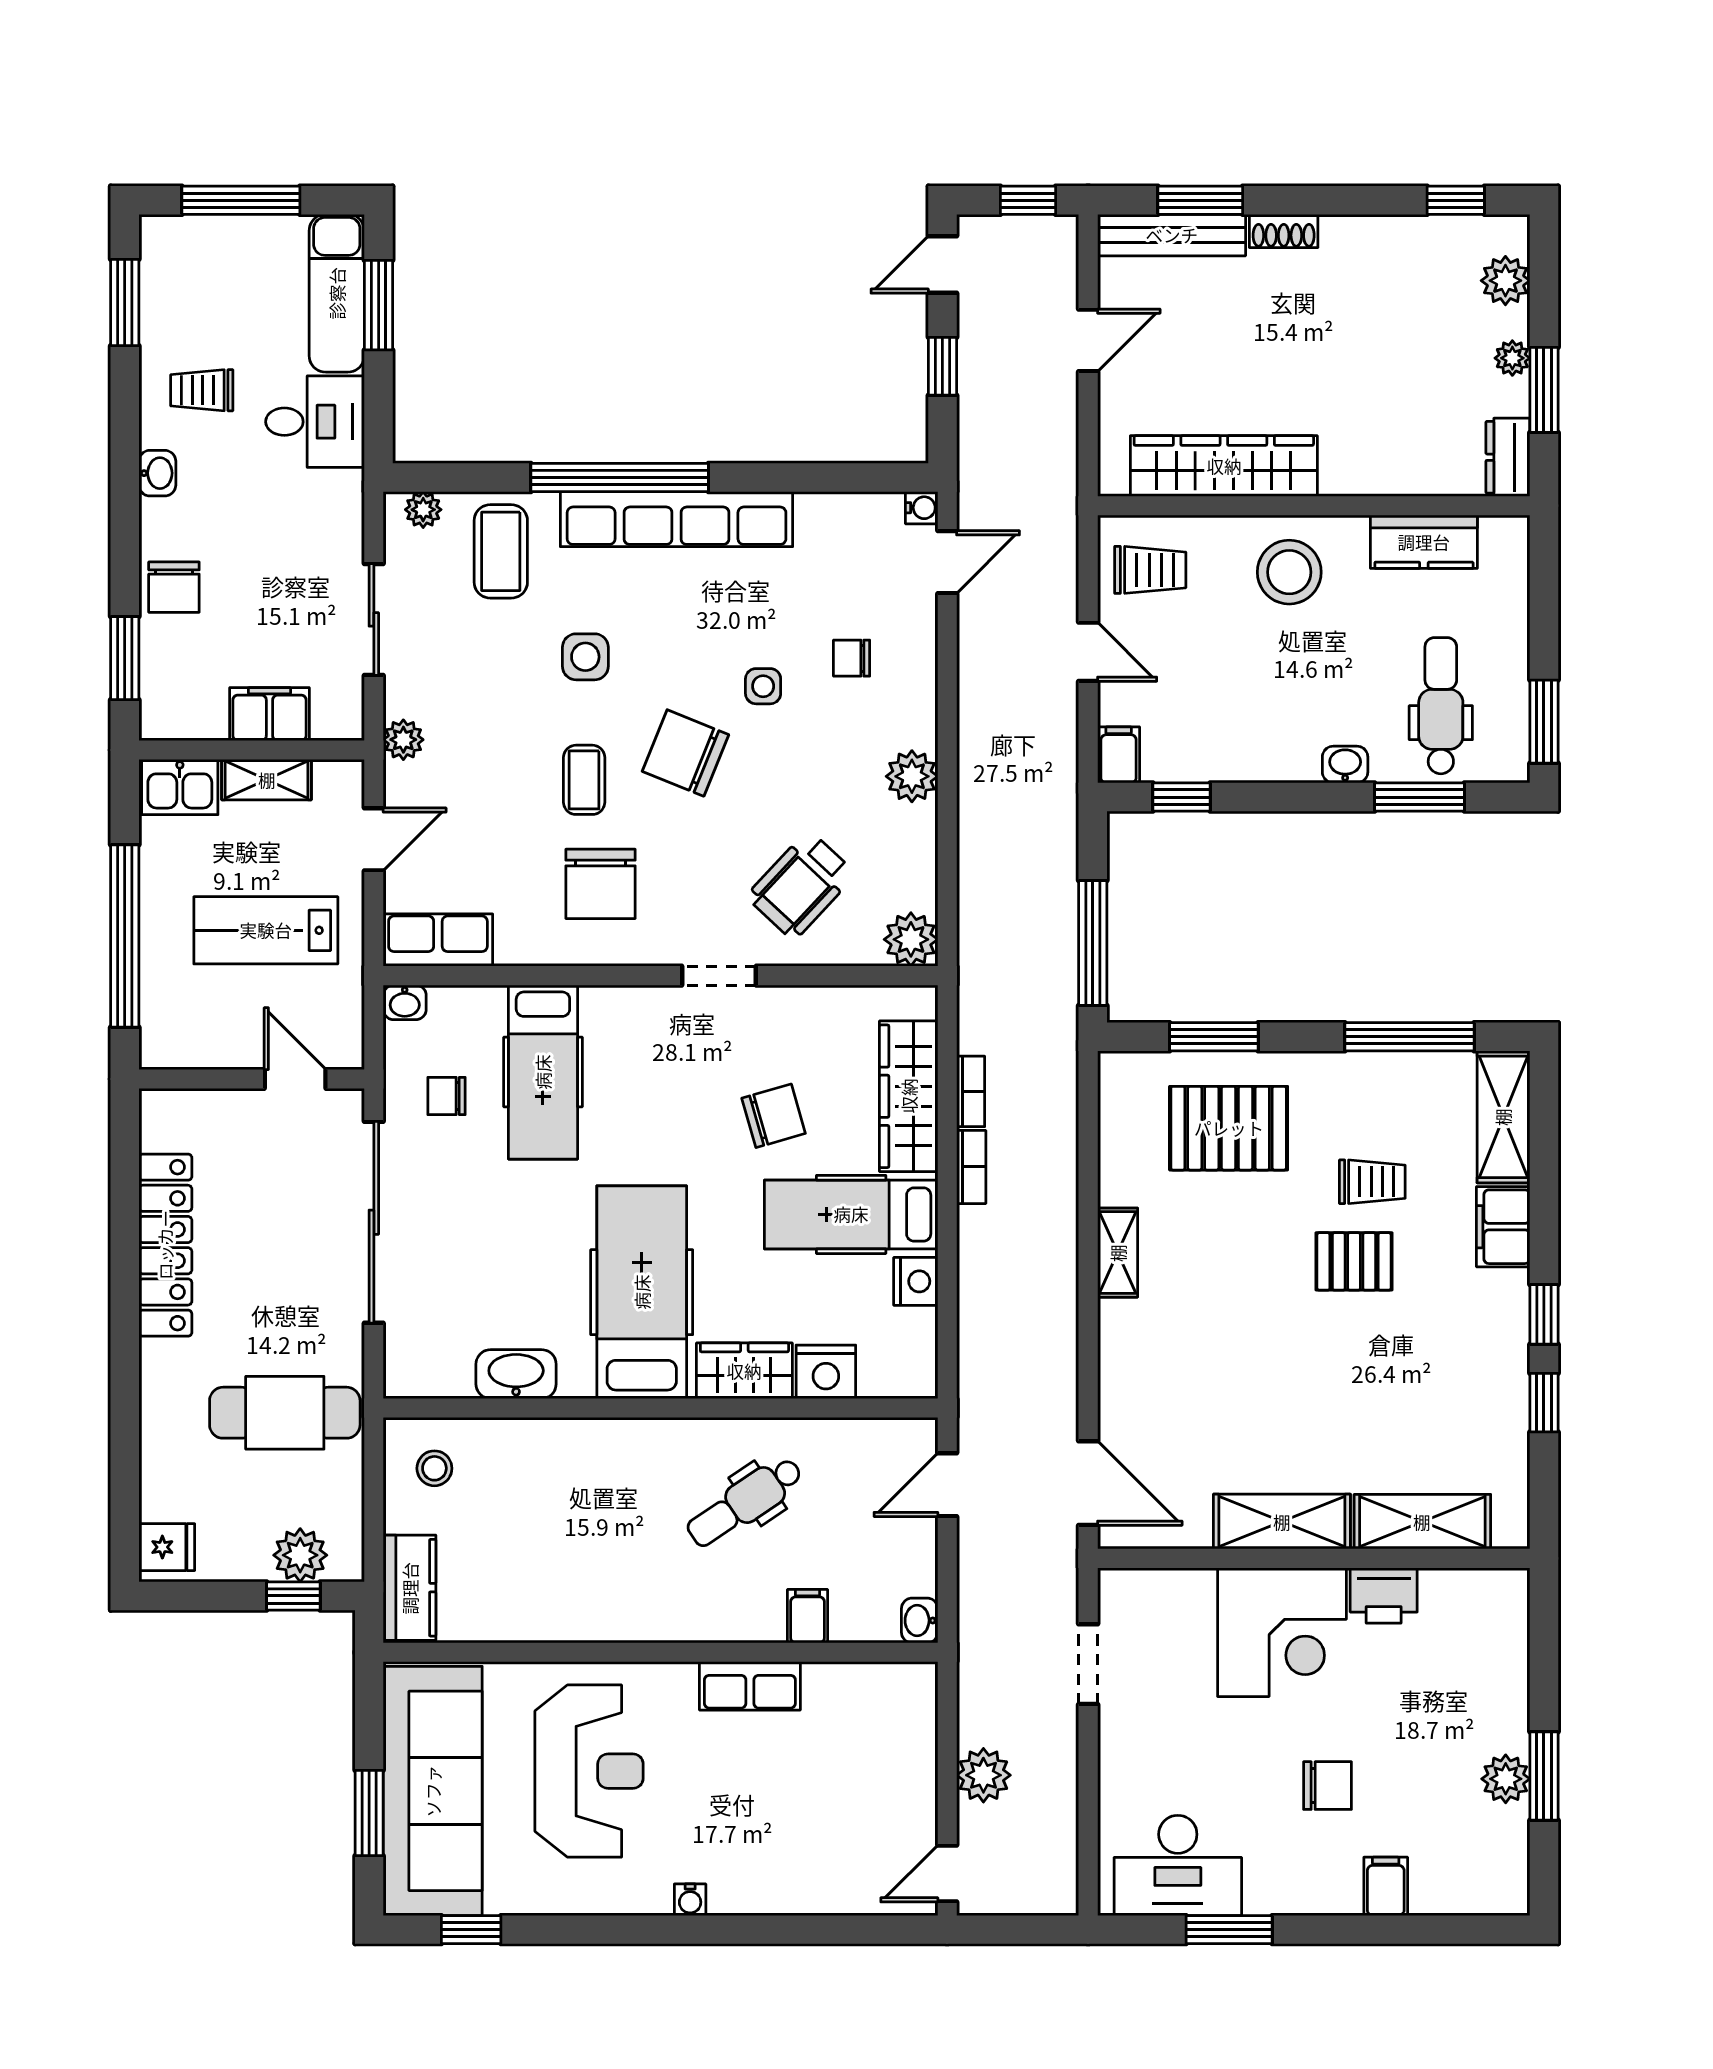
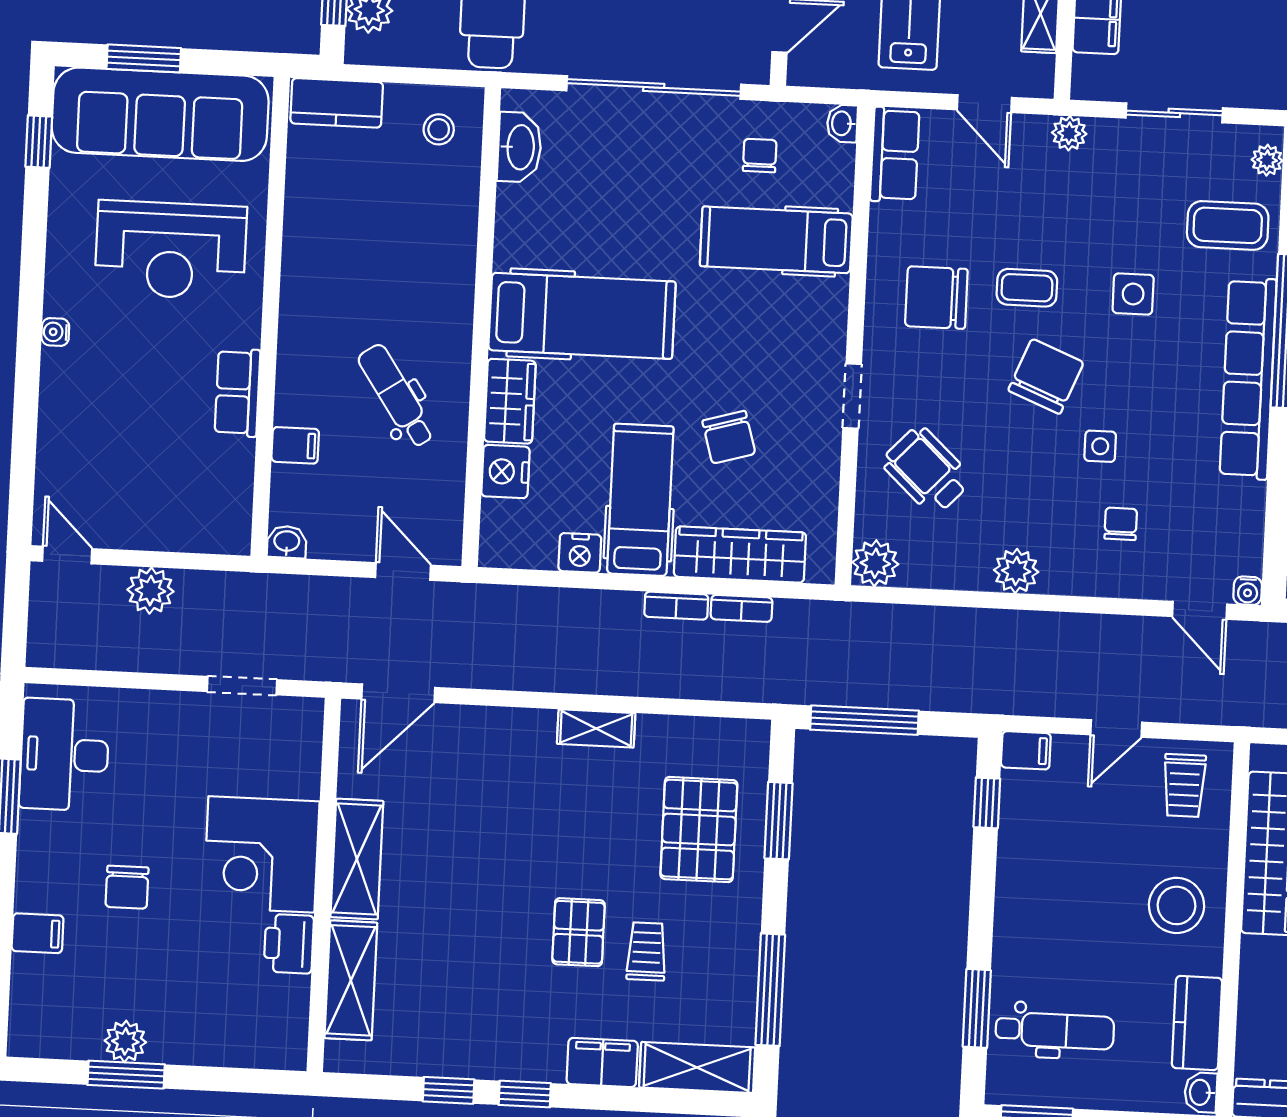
washbasin: (1345, 765) -> (1201, 1092), moved, turned 180
trolley: (1372, 1182) -> (647, 951), turned 180
washbasin: (516, 1374) -> (519, 147), moved

